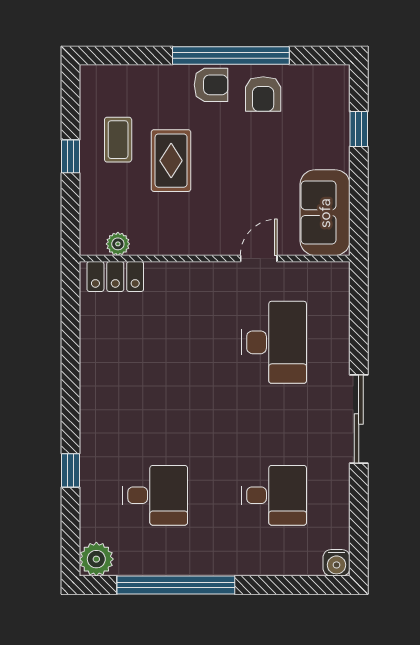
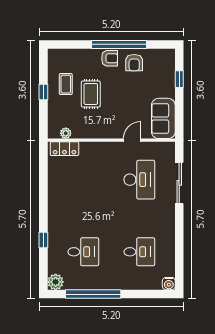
sliding door: (359, 419) -> (179, 183), moved

